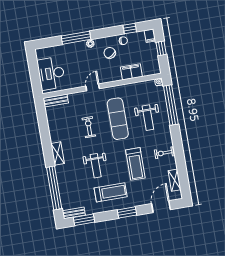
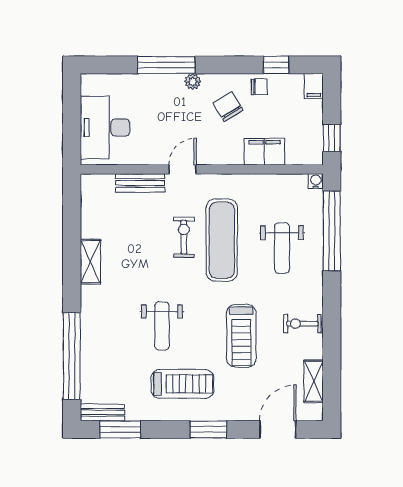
window: (161, 48) -> (332, 138), moved
bench: (56, 101) -> (140, 183), moved
exercise bike: (89, 127) -> (184, 237), moved
shelving: (58, 153) -> (90, 262), moved

